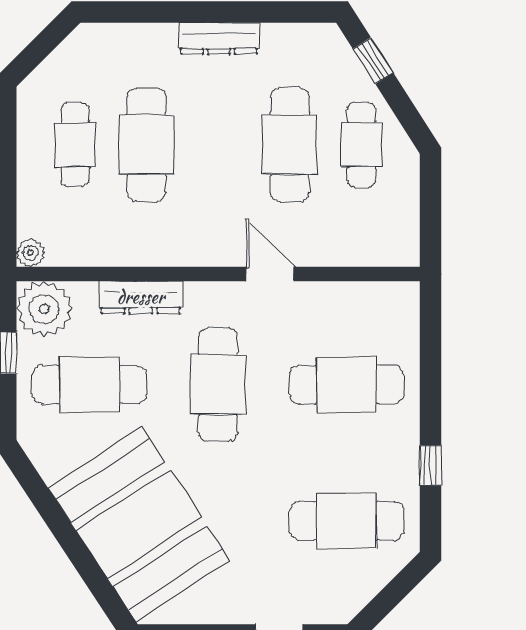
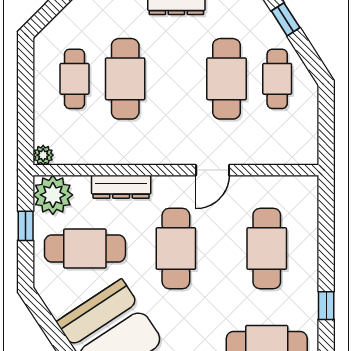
door: (270, 274) -> (213, 170), swing flipped
cafe table: (347, 385) -> (267, 248), turned 90

